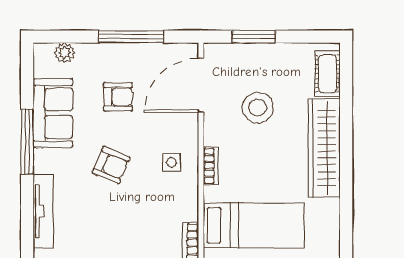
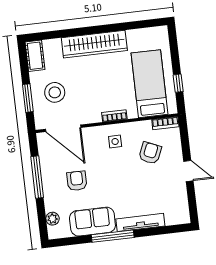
cot: (328, 74) -> (35, 56), moved, turned 90
stool: (258, 108) -> (55, 92), moved
armchair: (111, 165) -> (150, 153), moved
tv unit: (43, 211) -> (140, 222), moved

